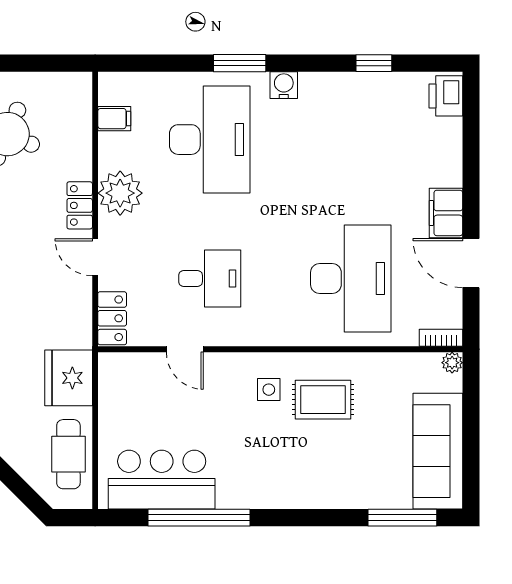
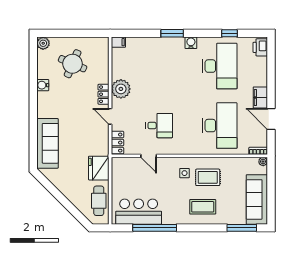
filing cabinet: (114, 119) -> (118, 42), moved
desk: (210, 140) -> (220, 66), moved
coffee table: (311, 468) -> (203, 207), added

